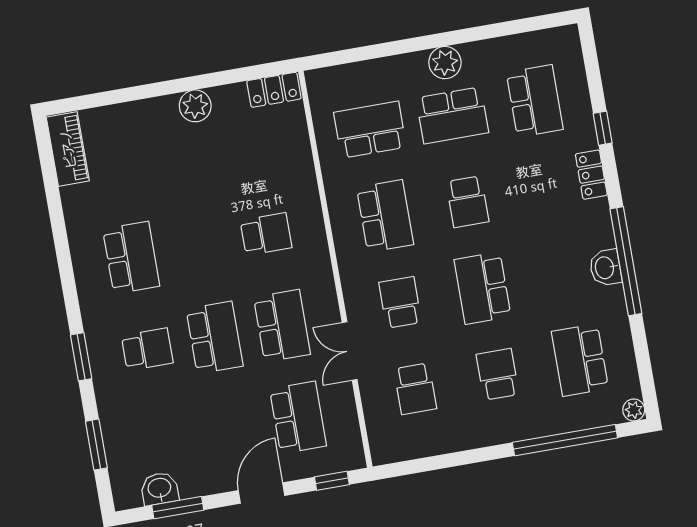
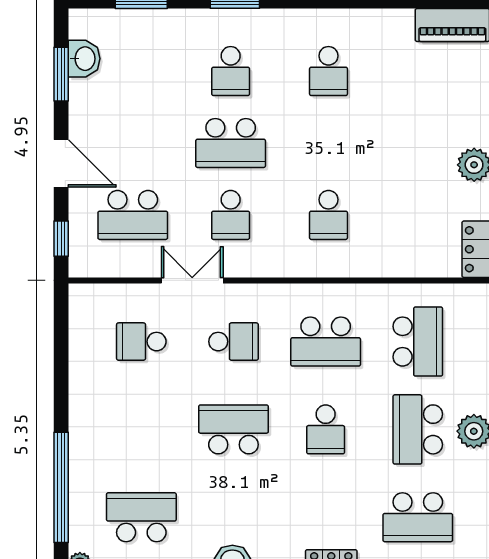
school desk: (467, 202) -> (326, 429), turned -90
school desk: (131, 258) -> (328, 71), width x0.54
school desk: (282, 326) -> (231, 215), width x0.54
school desk: (498, 374) -> (141, 429), removed

